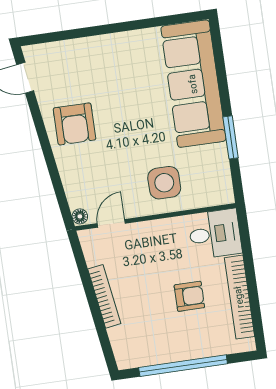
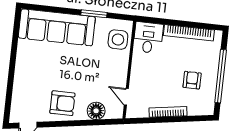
side table: (164, 183) -> (118, 40), moved
floor lamp: (80, 216) -> (96, 111), moved, width x1.89, depth x1.89
armchair: (189, 296) -> (192, 80), moved

